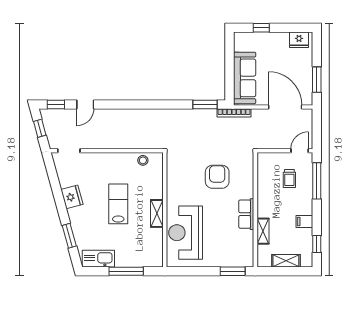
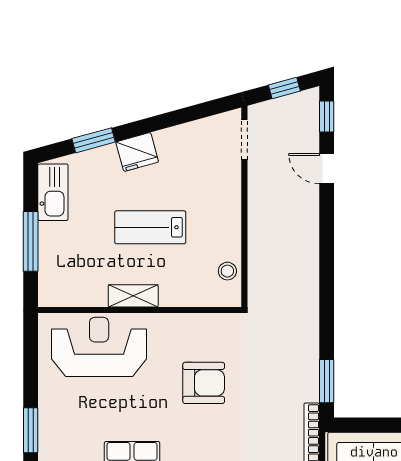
armchair: (217, 177) -> (204, 383), moved
fridge: (72, 197) -> (137, 152), moved
lab bench: (118, 204) -> (150, 227), turned 180

